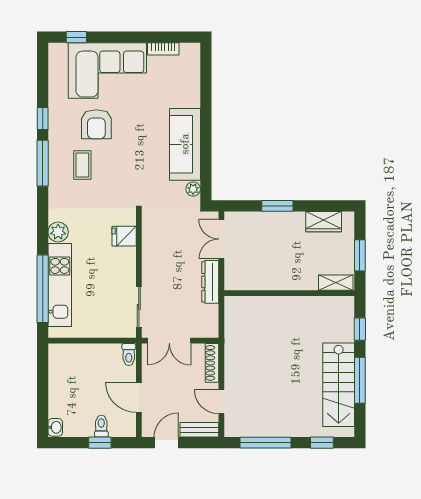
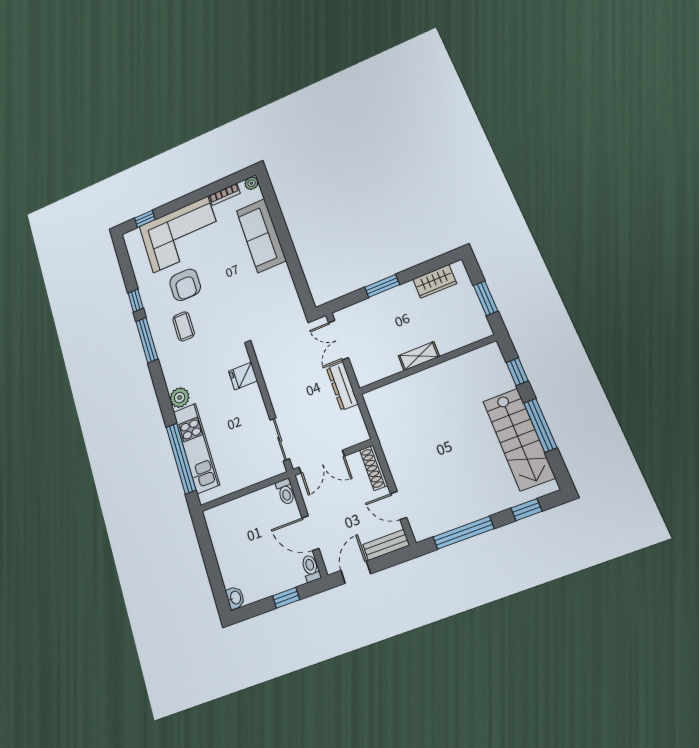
sofa: (185, 144) -> (261, 236), moved
plant: (193, 189) -> (252, 183), moved
shelving: (336, 283) -> (419, 356), moved
toilet: (101, 426) -> (311, 568), moved

